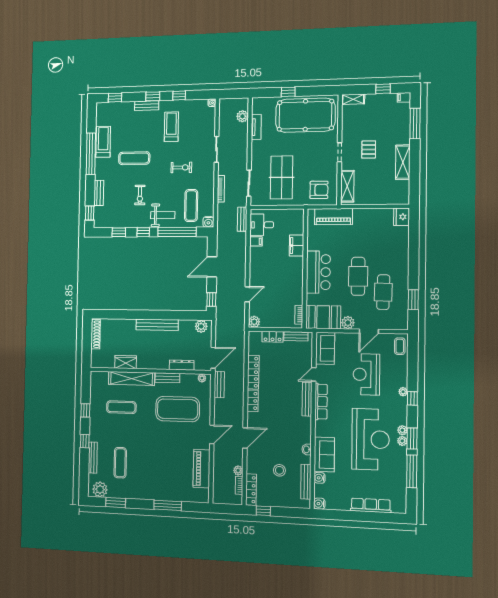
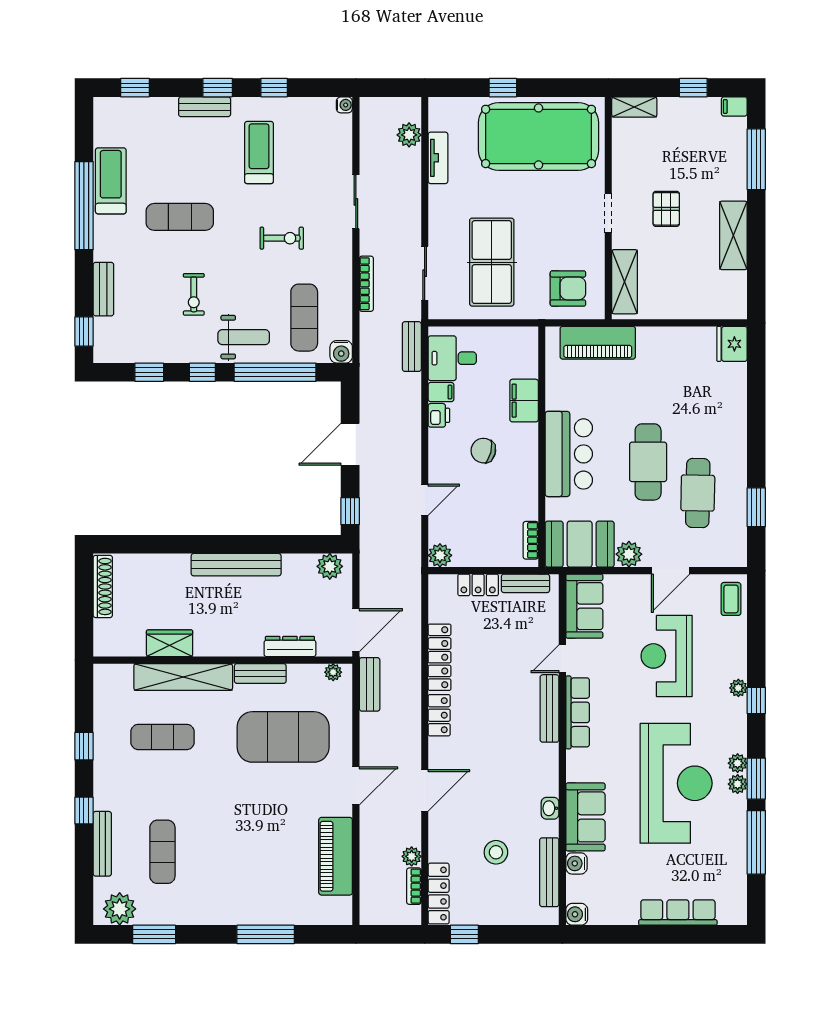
printer: (255, 253) -> (439, 415), added
chair: (276, 270) -> (483, 451), added

